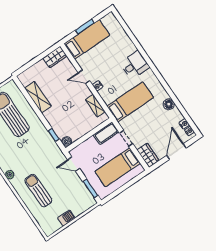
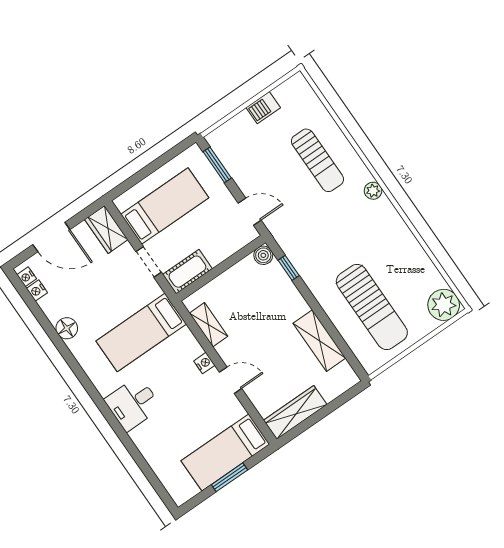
wardrobe: (55, 57) -> (295, 412), width x1.50
door: (176, 152) -> (51, 237), hinge flipped

